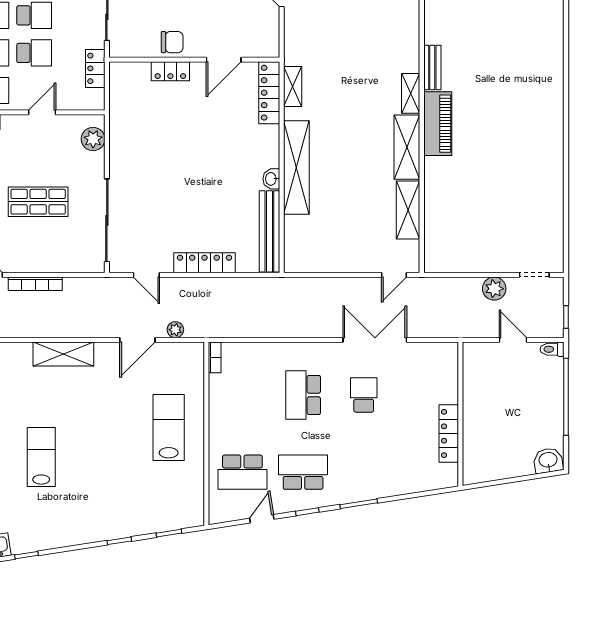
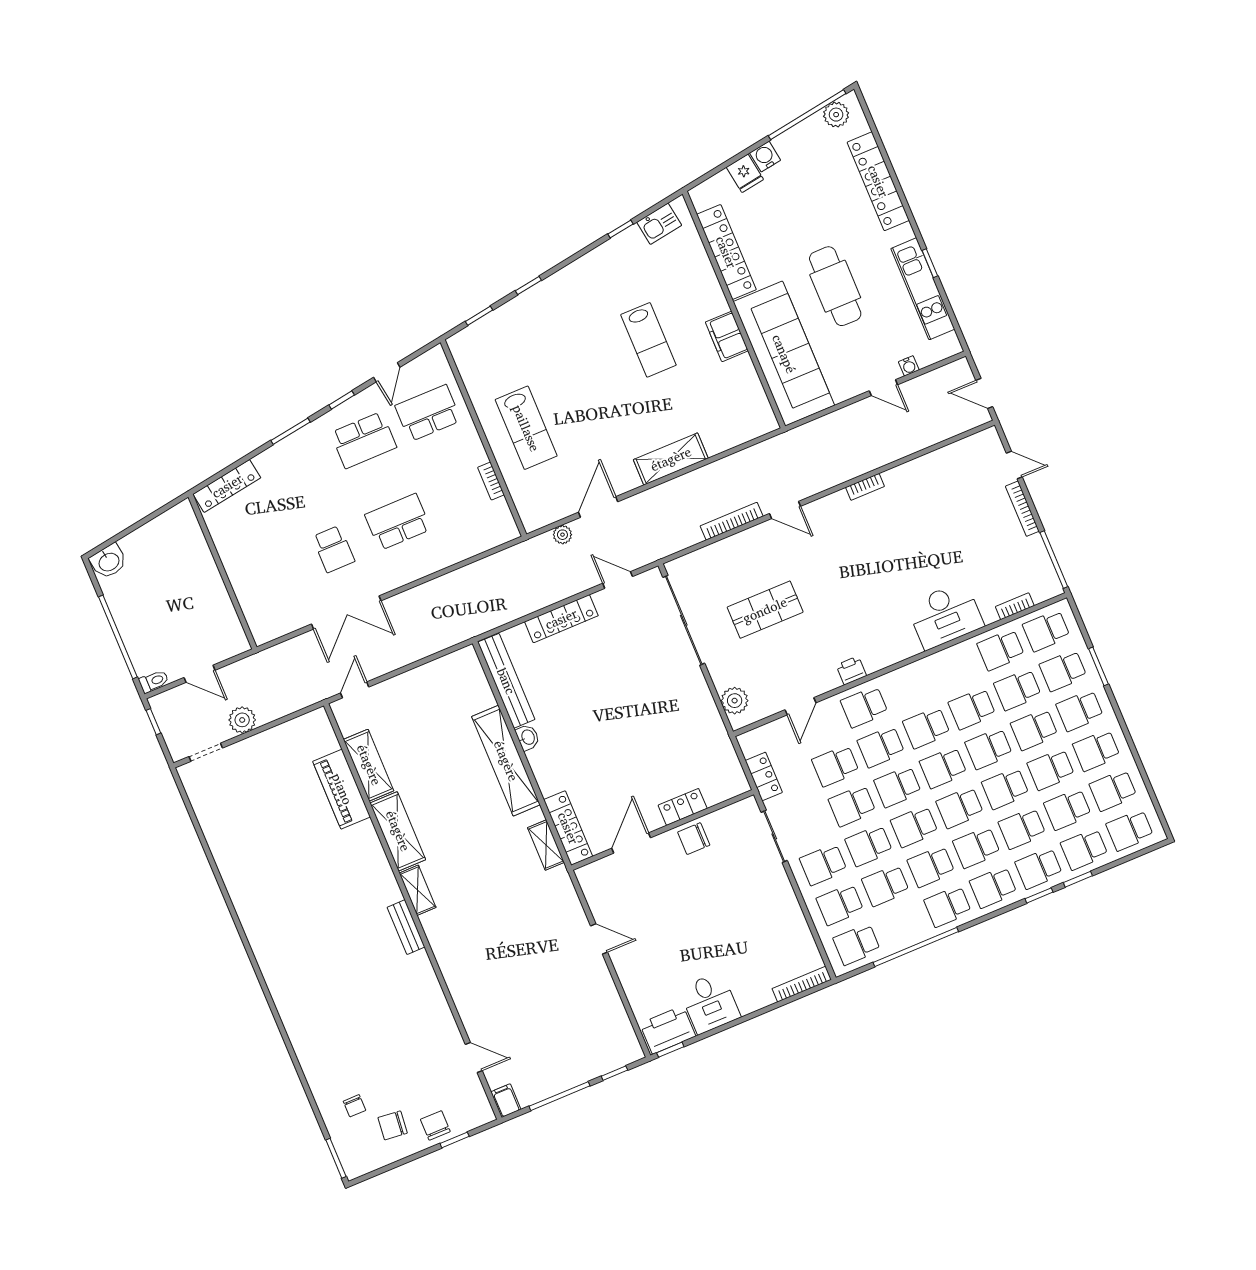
piano: (438, 124) -> (342, 789), moved
bookcase: (215, 357) -> (491, 481), moved
school desk: (303, 395) -> (398, 522), turned -90
locker: (449, 434) -> (227, 486), moved, turned 81

